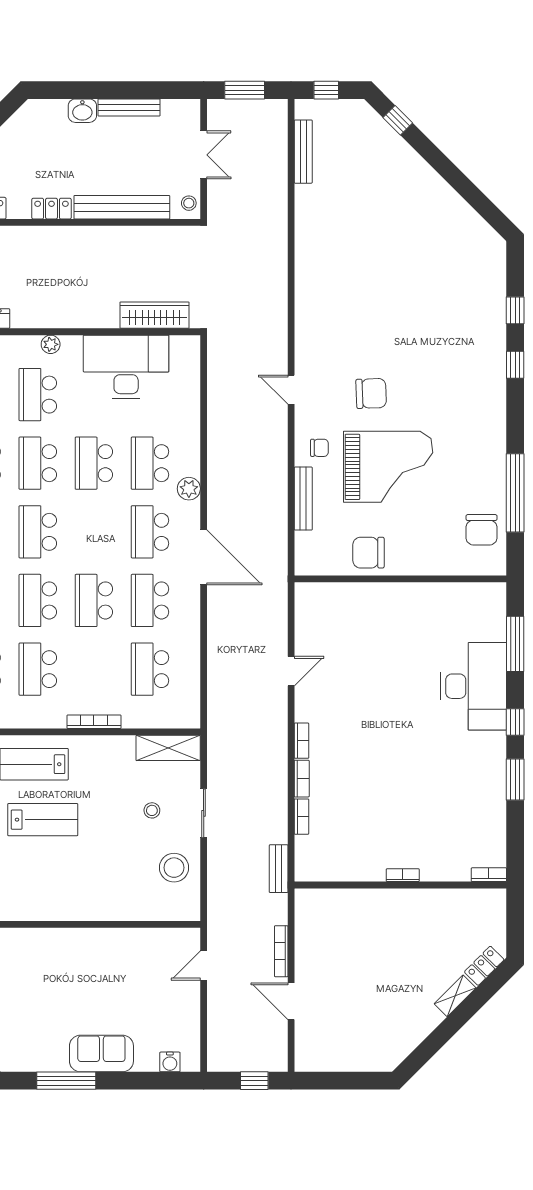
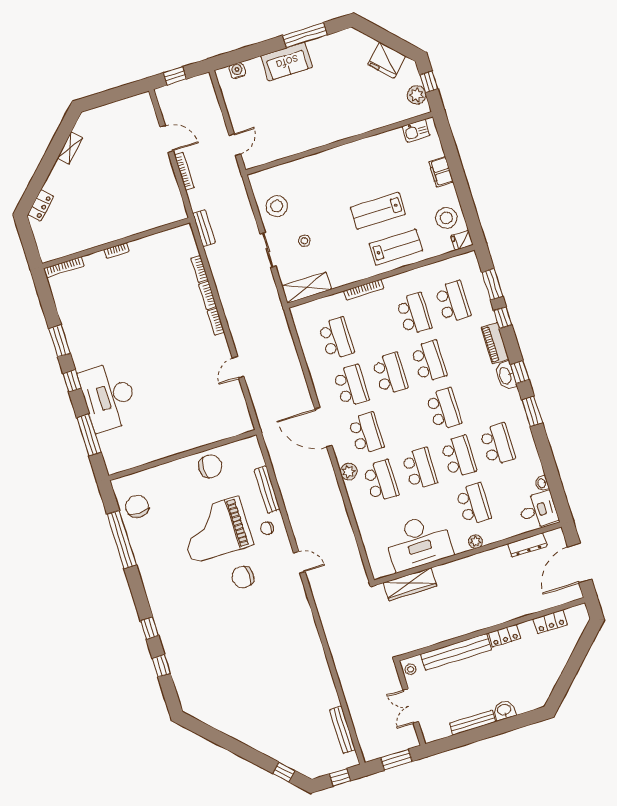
bookcase: (489, 875) -> (64, 267), width x1.56
shelving: (455, 996) -> (70, 148), moved

